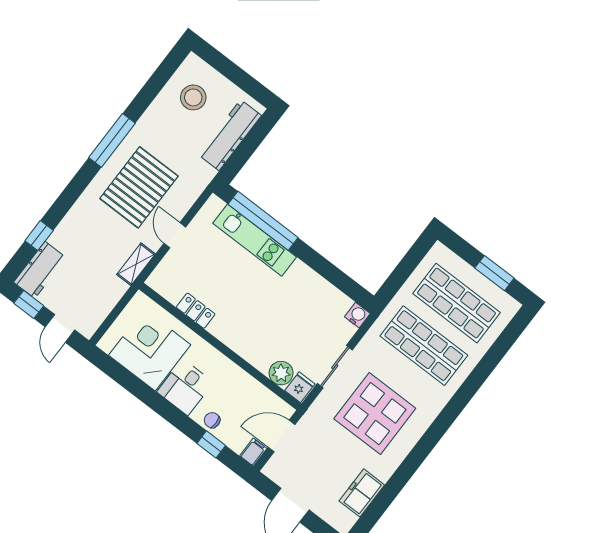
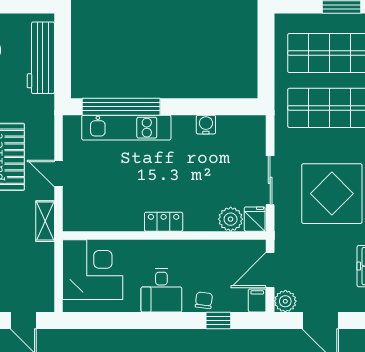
locker: (196, 311) -> (164, 222), moved
water cooler: (357, 315) -> (206, 125), moved
corner desk: (150, 350) -> (93, 270), moved, turned 90
chair: (212, 420) -> (204, 300), turned 97
plant: (275, 469) -> (285, 301), added

